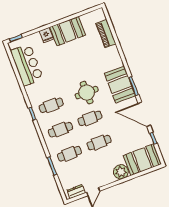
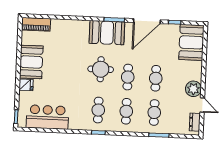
piano: (106, 34) -> (36, 24), moved
plant: (121, 172) -> (193, 89), moved

